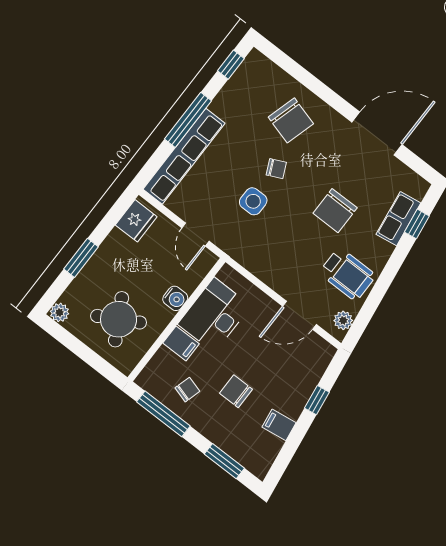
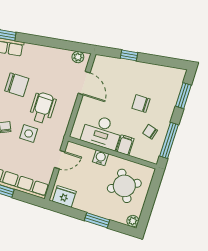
wheelchair: (347, 274) -> (43, 108), moved
chair: (236, 391) -> (141, 104), turned 90
filing cabinet: (279, 425) -> (151, 72), removed

